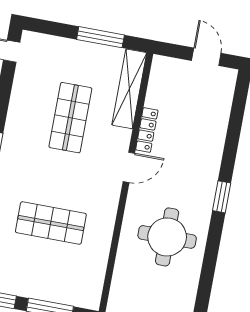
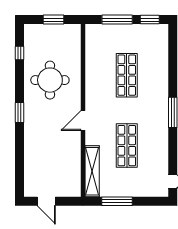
locker: (147, 130) -> (76, 147), removed
shop shelf: (51, 223) -> (127, 75), turned 90
window: (205, 286) -> (20, 53), added

